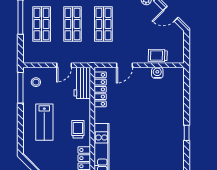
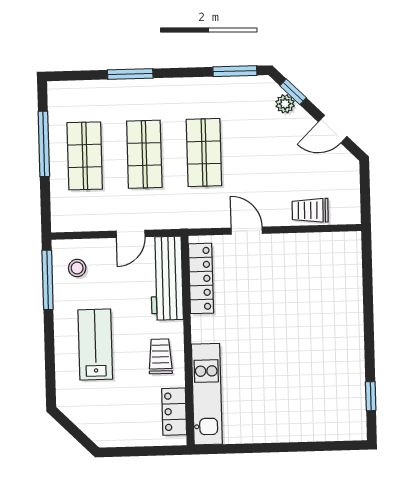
door: (125, 65) -> (247, 231), swing flipped
water cooler: (157, 73) -> (310, 243), removed
workbench: (82, 83) -> (167, 278), width x1.37
lab bench: (44, 122) -> (95, 344), turned 180
window: (187, 133) -> (371, 396), moved

